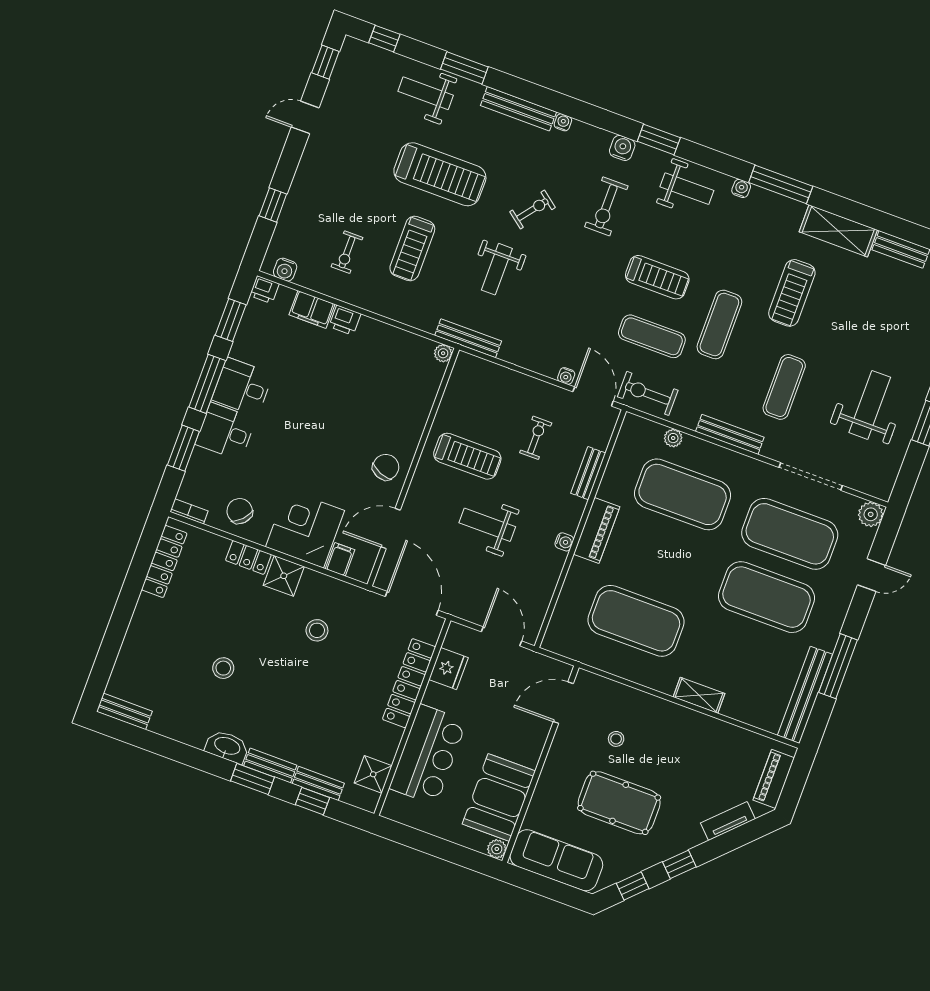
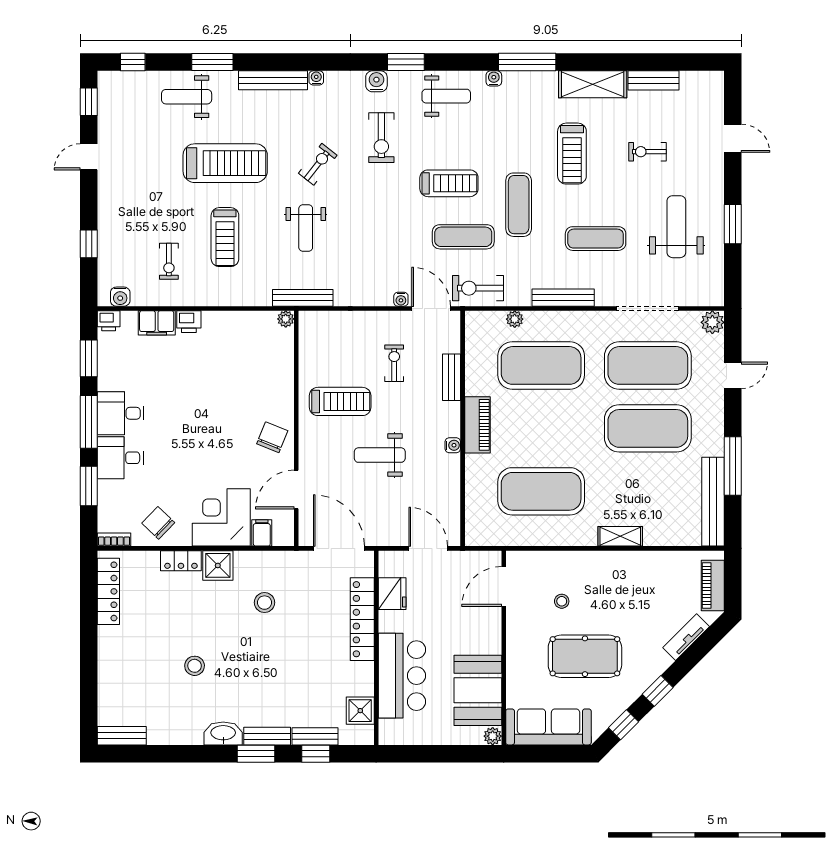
exercise bike: (868, 319) -> (647, 152), added
exercise mat: (784, 387) -> (596, 239), turned 90

